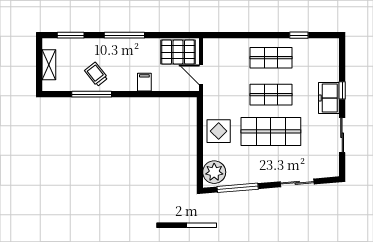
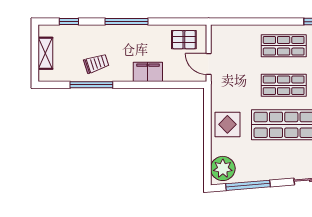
window: (71, 35) -> (69, 22), width x0.67
pallet: (178, 52) -> (184, 40), width x0.67, depth x0.71
trolley: (96, 74) -> (96, 63), turned 110
filing cabinet: (144, 82) -> (148, 72), width x2.00

